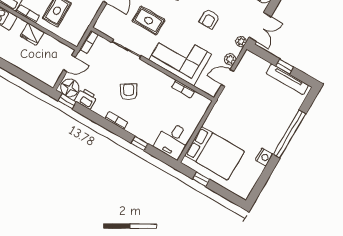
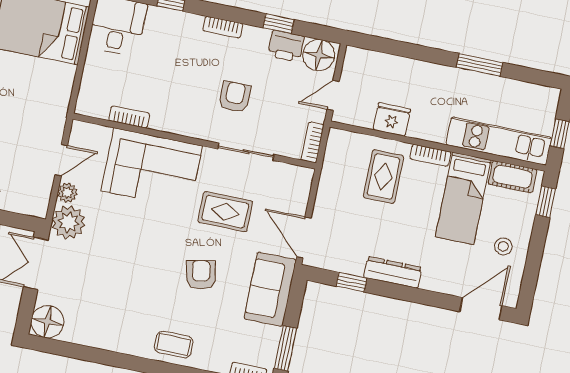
armchair: (210, 19) -> (124, 248), removed
fridge: (32, 34) -> (392, 119), moved
plant: (241, 42) -> (69, 222), width x1.88, depth x1.88
armchair: (129, 92) -> (235, 97), moved, turned -149
window: (67, 101) -> (279, 24), moved

